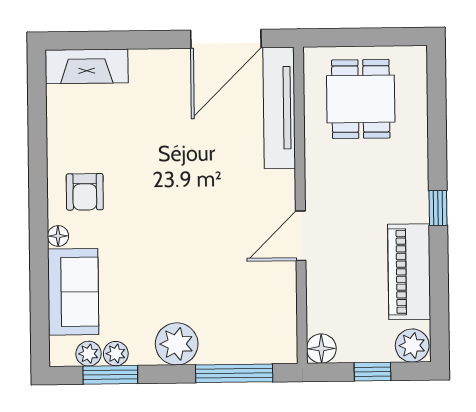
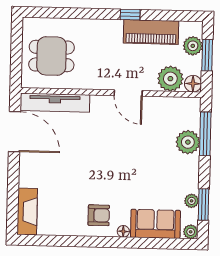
window: (438, 208) -> (130, 15), moved
plant: (329, 309) -> (170, 79), added
plant: (177, 344) -> (188, 142), moved
plant: (412, 346) -> (193, 46), moved
plant: (89, 354) -> (191, 232), moved
window: (372, 372) -> (207, 55), width x1.50

